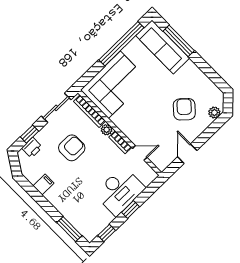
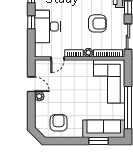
window: (179, 41) -> (98, 141), width x0.69
armchair: (184, 109) -> (59, 123), moved, turned -132
plant: (214, 113) -> (39, 96), moved
armchair: (72, 148) -> (97, 23), turned -90

